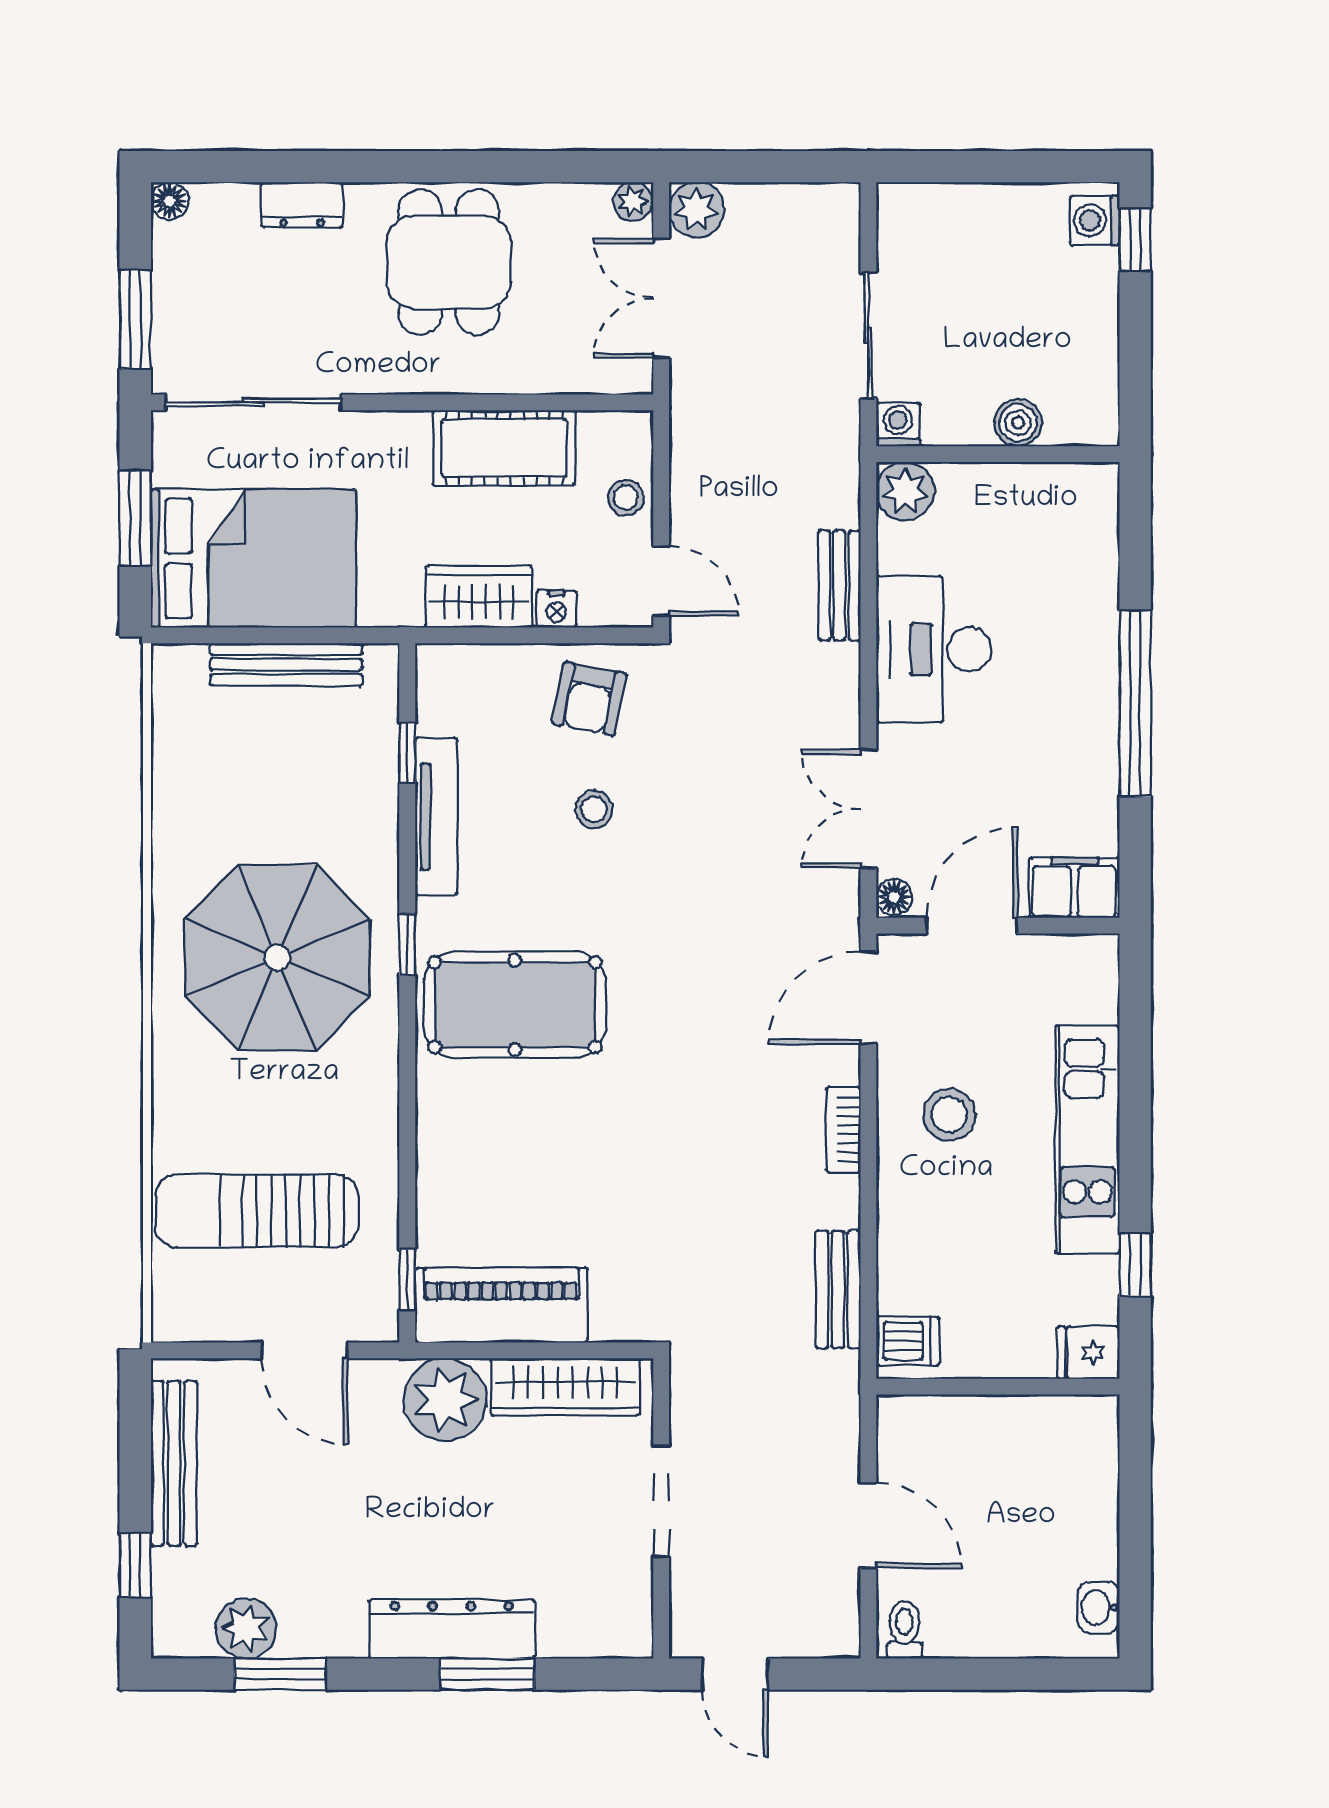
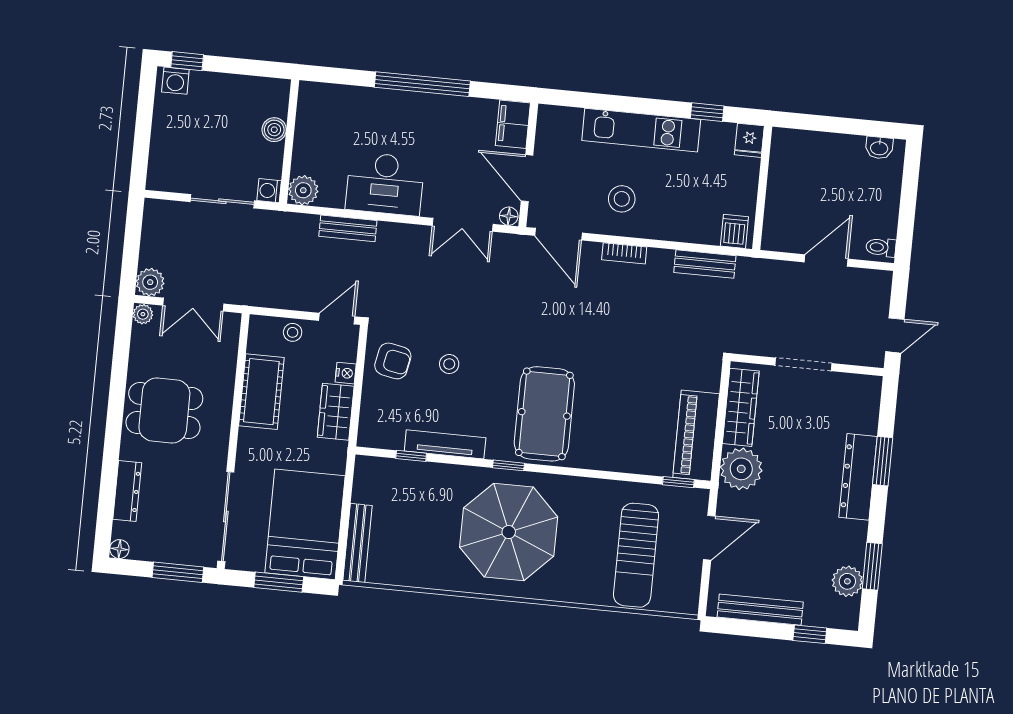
dresser: (302, 205) -> (127, 491), width x1.44
bench: (286, 665) -> (358, 543), moved

